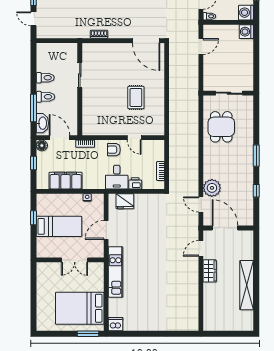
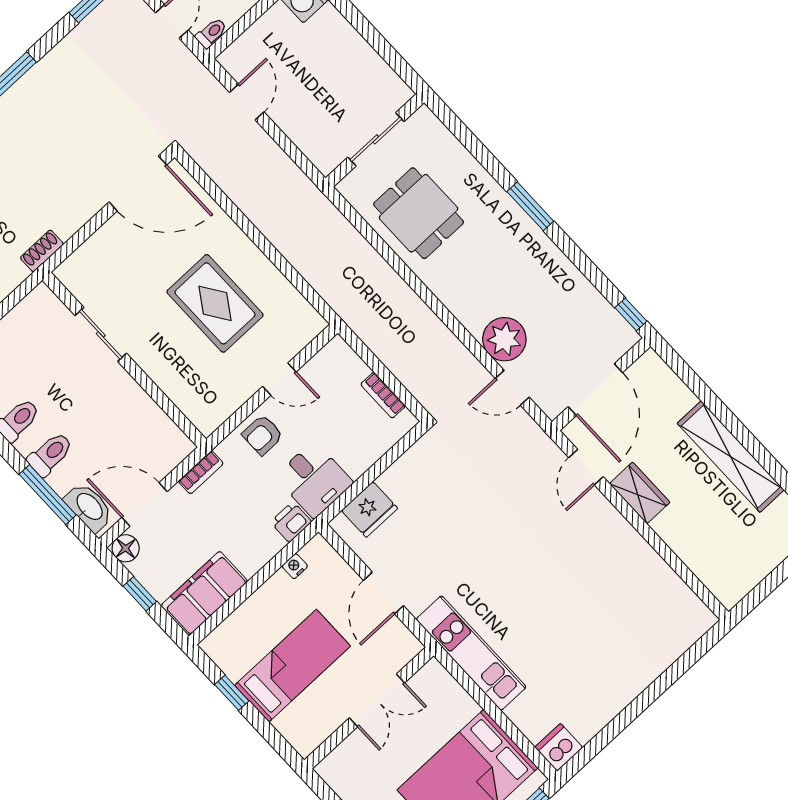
sliding door: (80, 75) -> (101, 334), moved
wall: (80, 89) -> (124, 360), moved
rug: (136, 97) -> (215, 303), width x1.36, depth x1.43
filing cabinet: (66, 181) -> (204, 593), moved
printer: (135, 183) -> (291, 522), moved
window: (256, 191) -> (631, 314), moved
door: (225, 228) -> (595, 390), swing flipped

